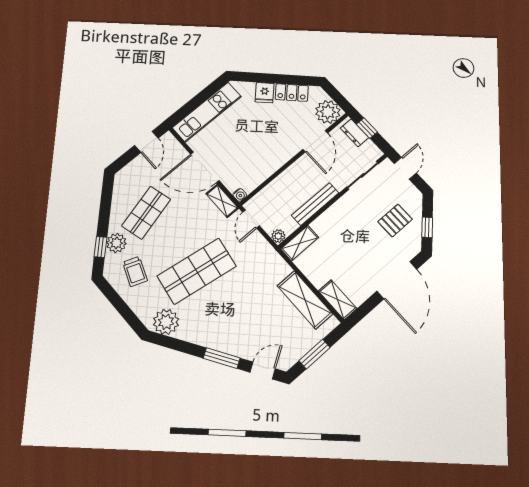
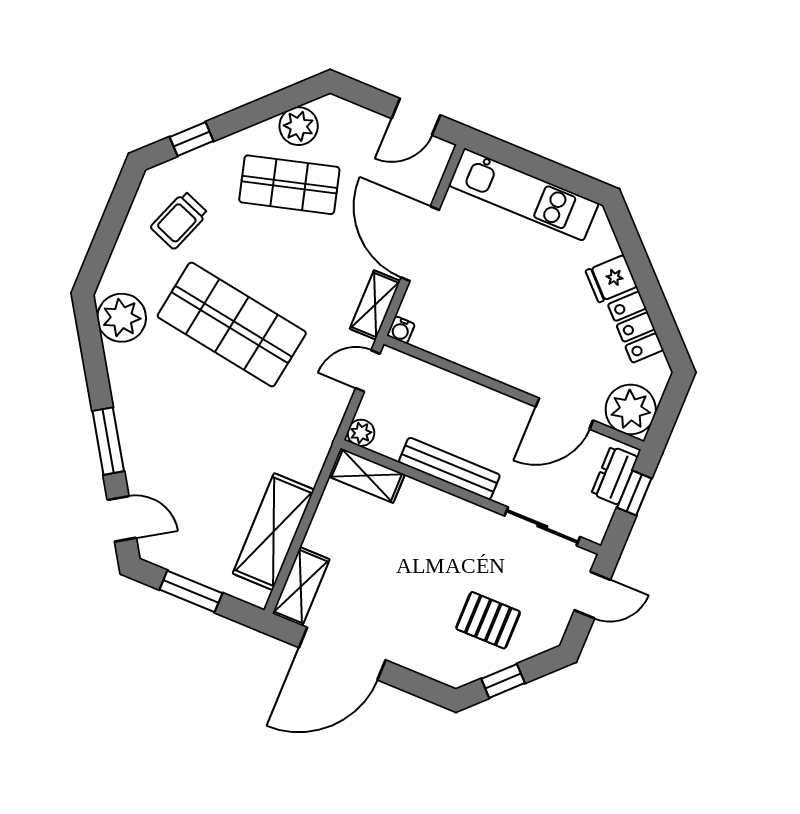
plant: (116, 243) -> (299, 126), moved
door: (397, 280) -> (342, 654), moved

